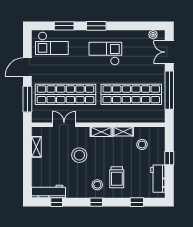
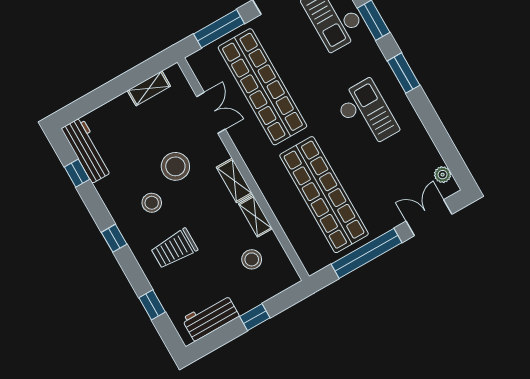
stool: (97, 185) -> (152, 203), moved

